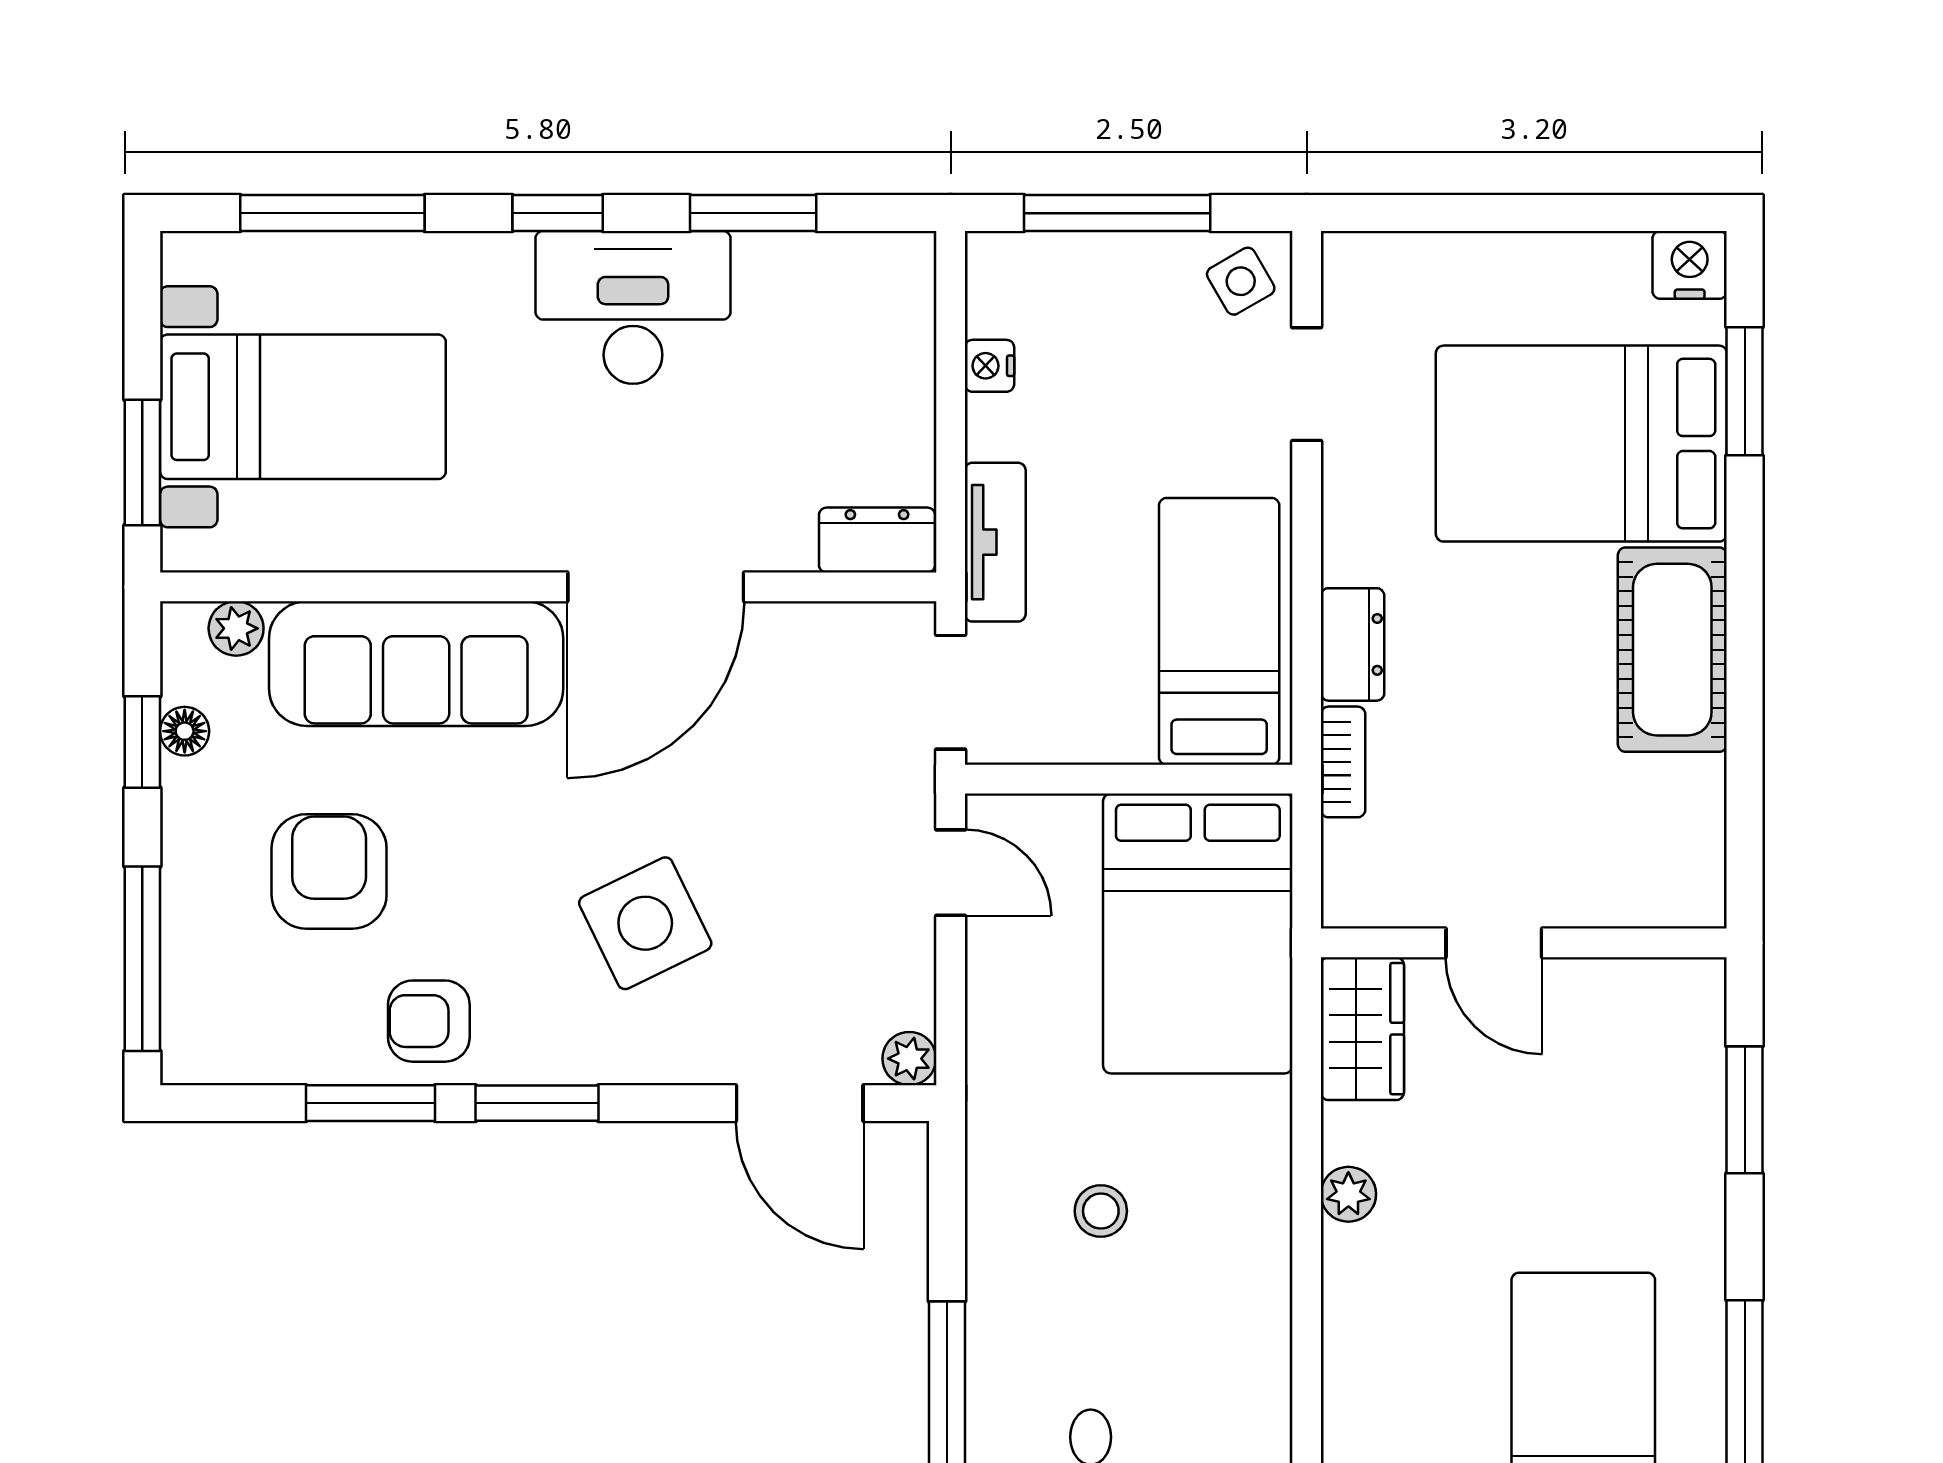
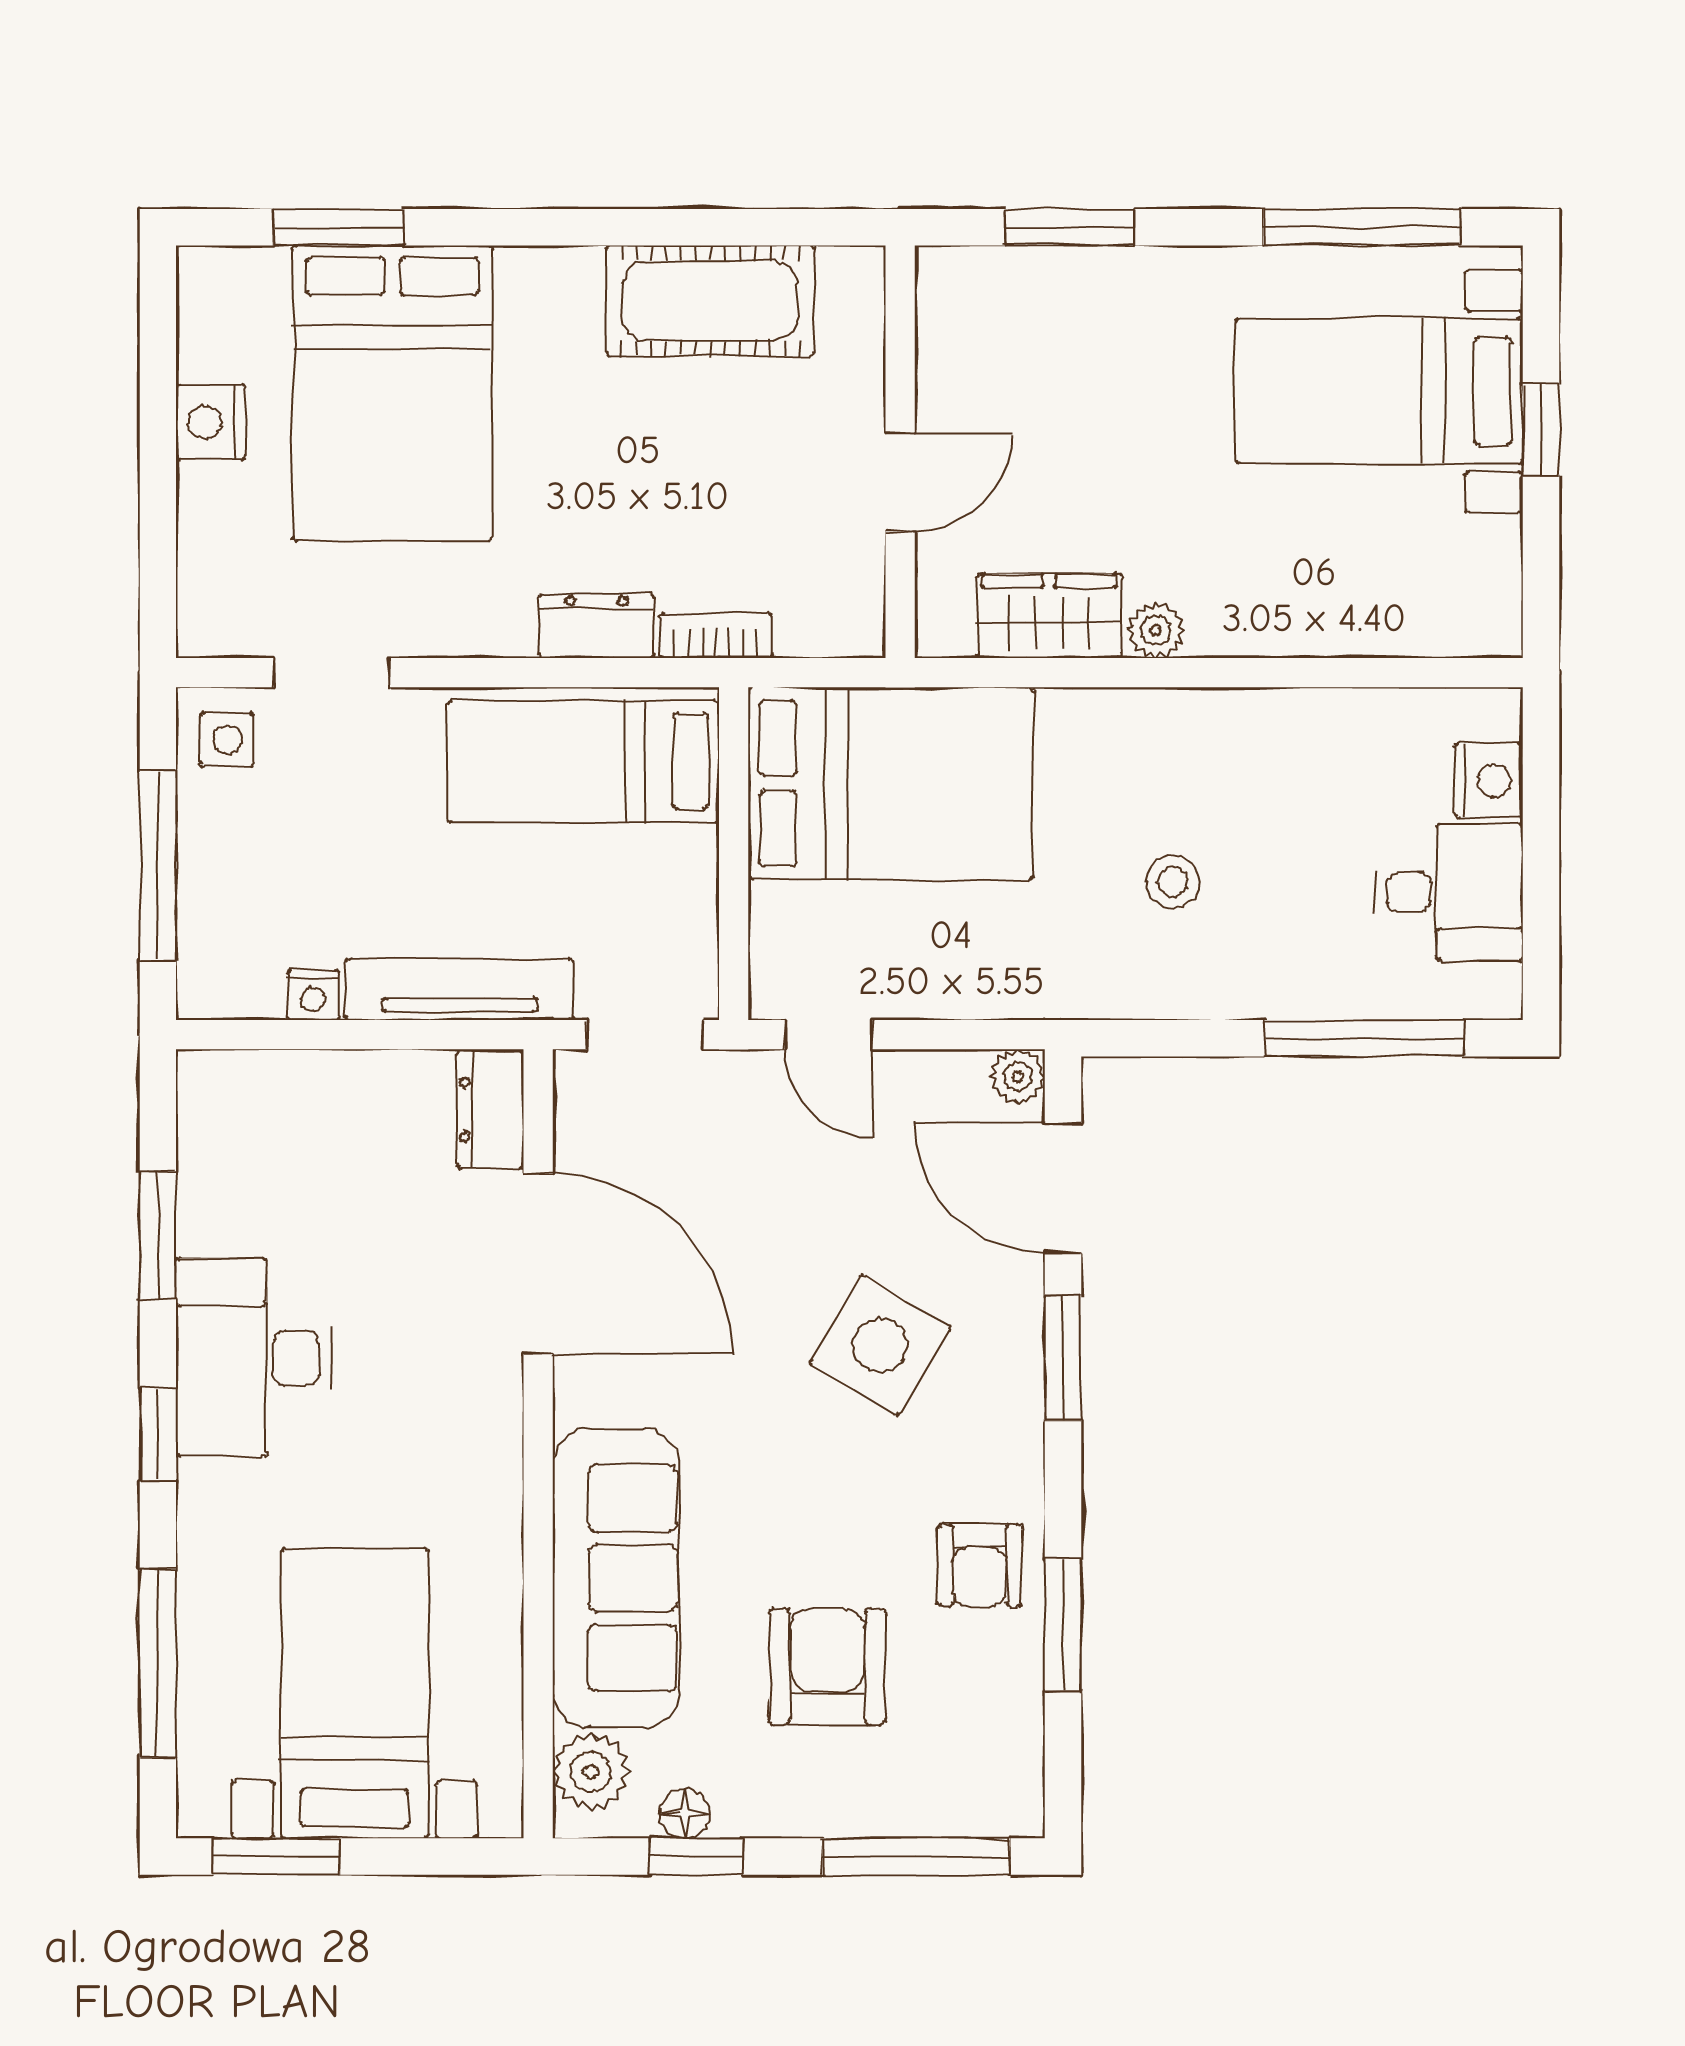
nightstand: (1690, 265) -> (211, 422), moved
side table: (1241, 281) -> (227, 740), turned 30
window: (142, 462) -> (276, 1857), moved
tv unit: (995, 542) -> (459, 989), width x1.41
door: (656, 587) -> (538, 1264), moved
plant: (236, 628) -> (591, 1772), width x1.38, depth x1.38
cot: (1672, 650) -> (710, 301), moved
armchair: (329, 871) -> (827, 1667), turned 90
door: (951, 873) -> (829, 1035), swing flipped
side table: (645, 923) -> (880, 1345), turned -33
wardrobe: (1362, 1029) -> (1049, 616), moved
window: (537, 1103) -> (1063, 1358), moved
door: (800, 1103) -> (1063, 1188), swing flipped

